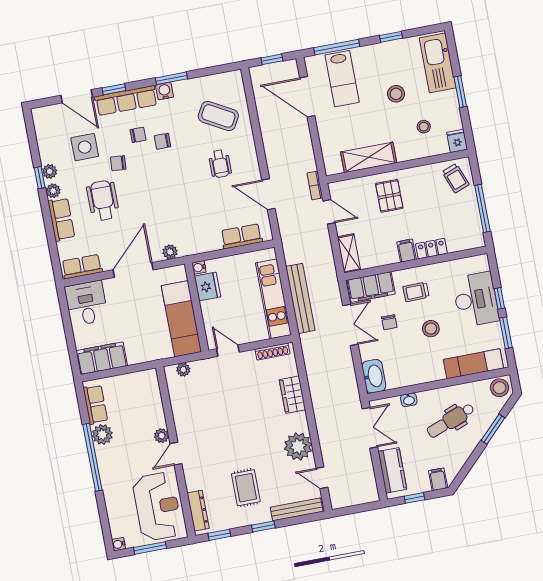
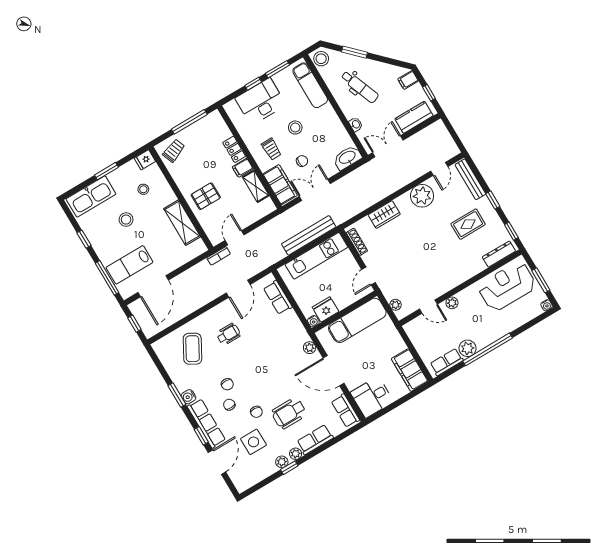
lab bench: (342, 79) -> (129, 265), turned 180
shelving: (349, 253) -> (256, 186), moved, turned 90
door: (176, 454) -> (428, 307), moved

